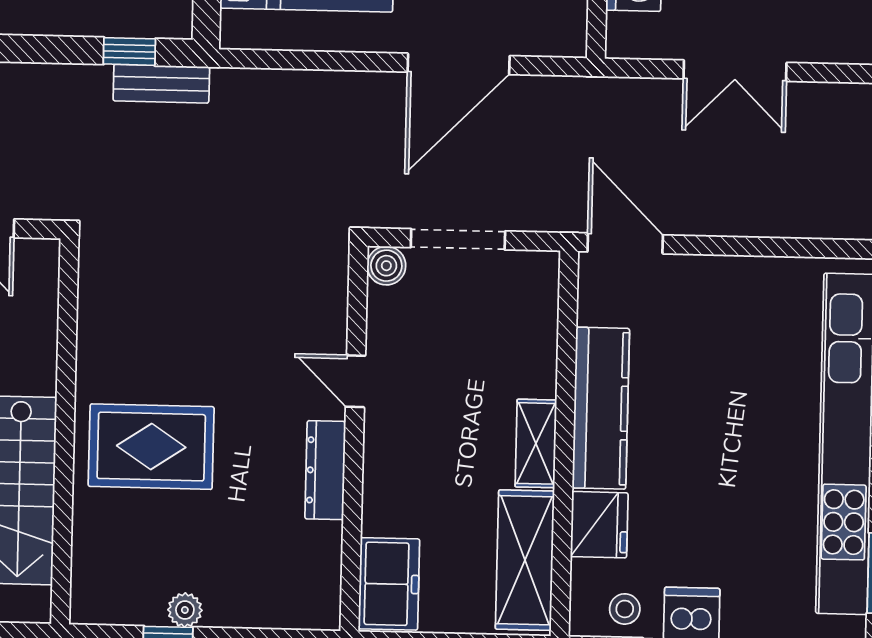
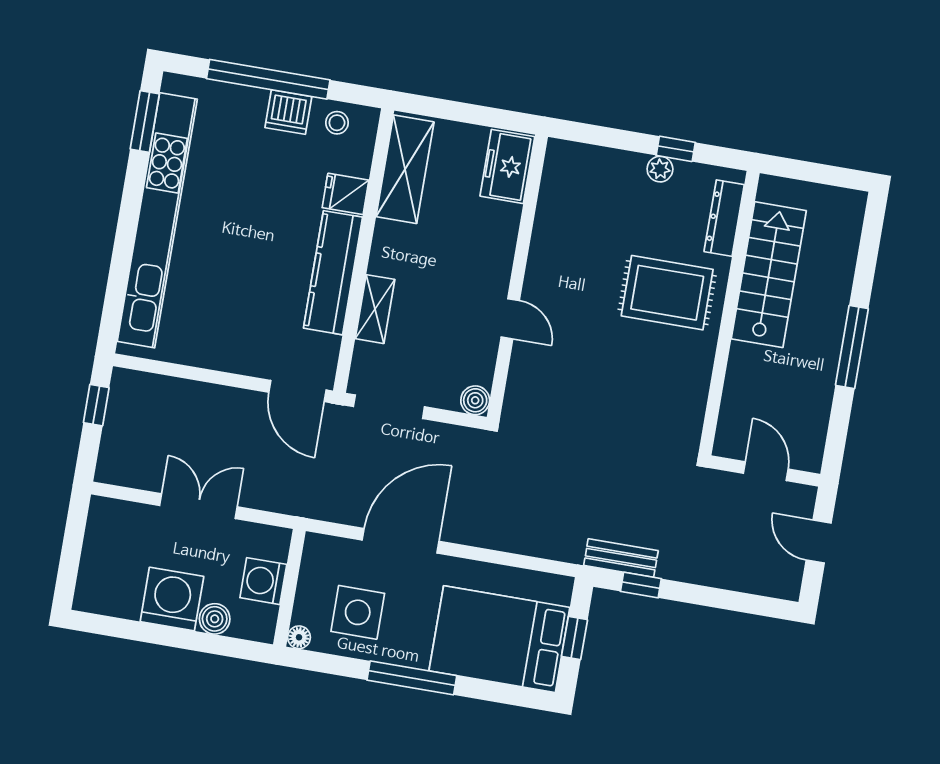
doorway: (458, 239) -> (389, 407), moved
shelving: (536, 443) -> (375, 309), moved
dresser: (325, 470) -> (724, 218), moved, turned 180
fridge: (599, 525) -> (346, 194), width x0.72

